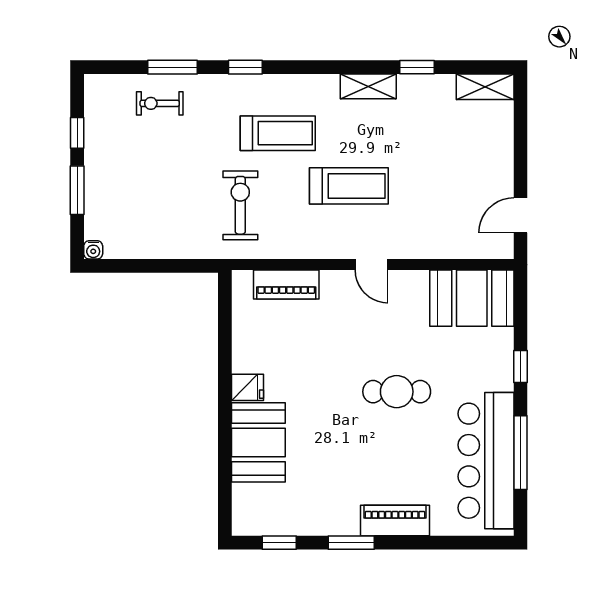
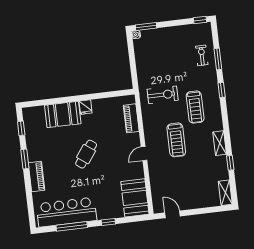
window: (77, 133) -> (200, 20), moved
window: (77, 190) -> (146, 26), moved
cafe table: (397, 392) -> (86, 154), moved, turned 36

